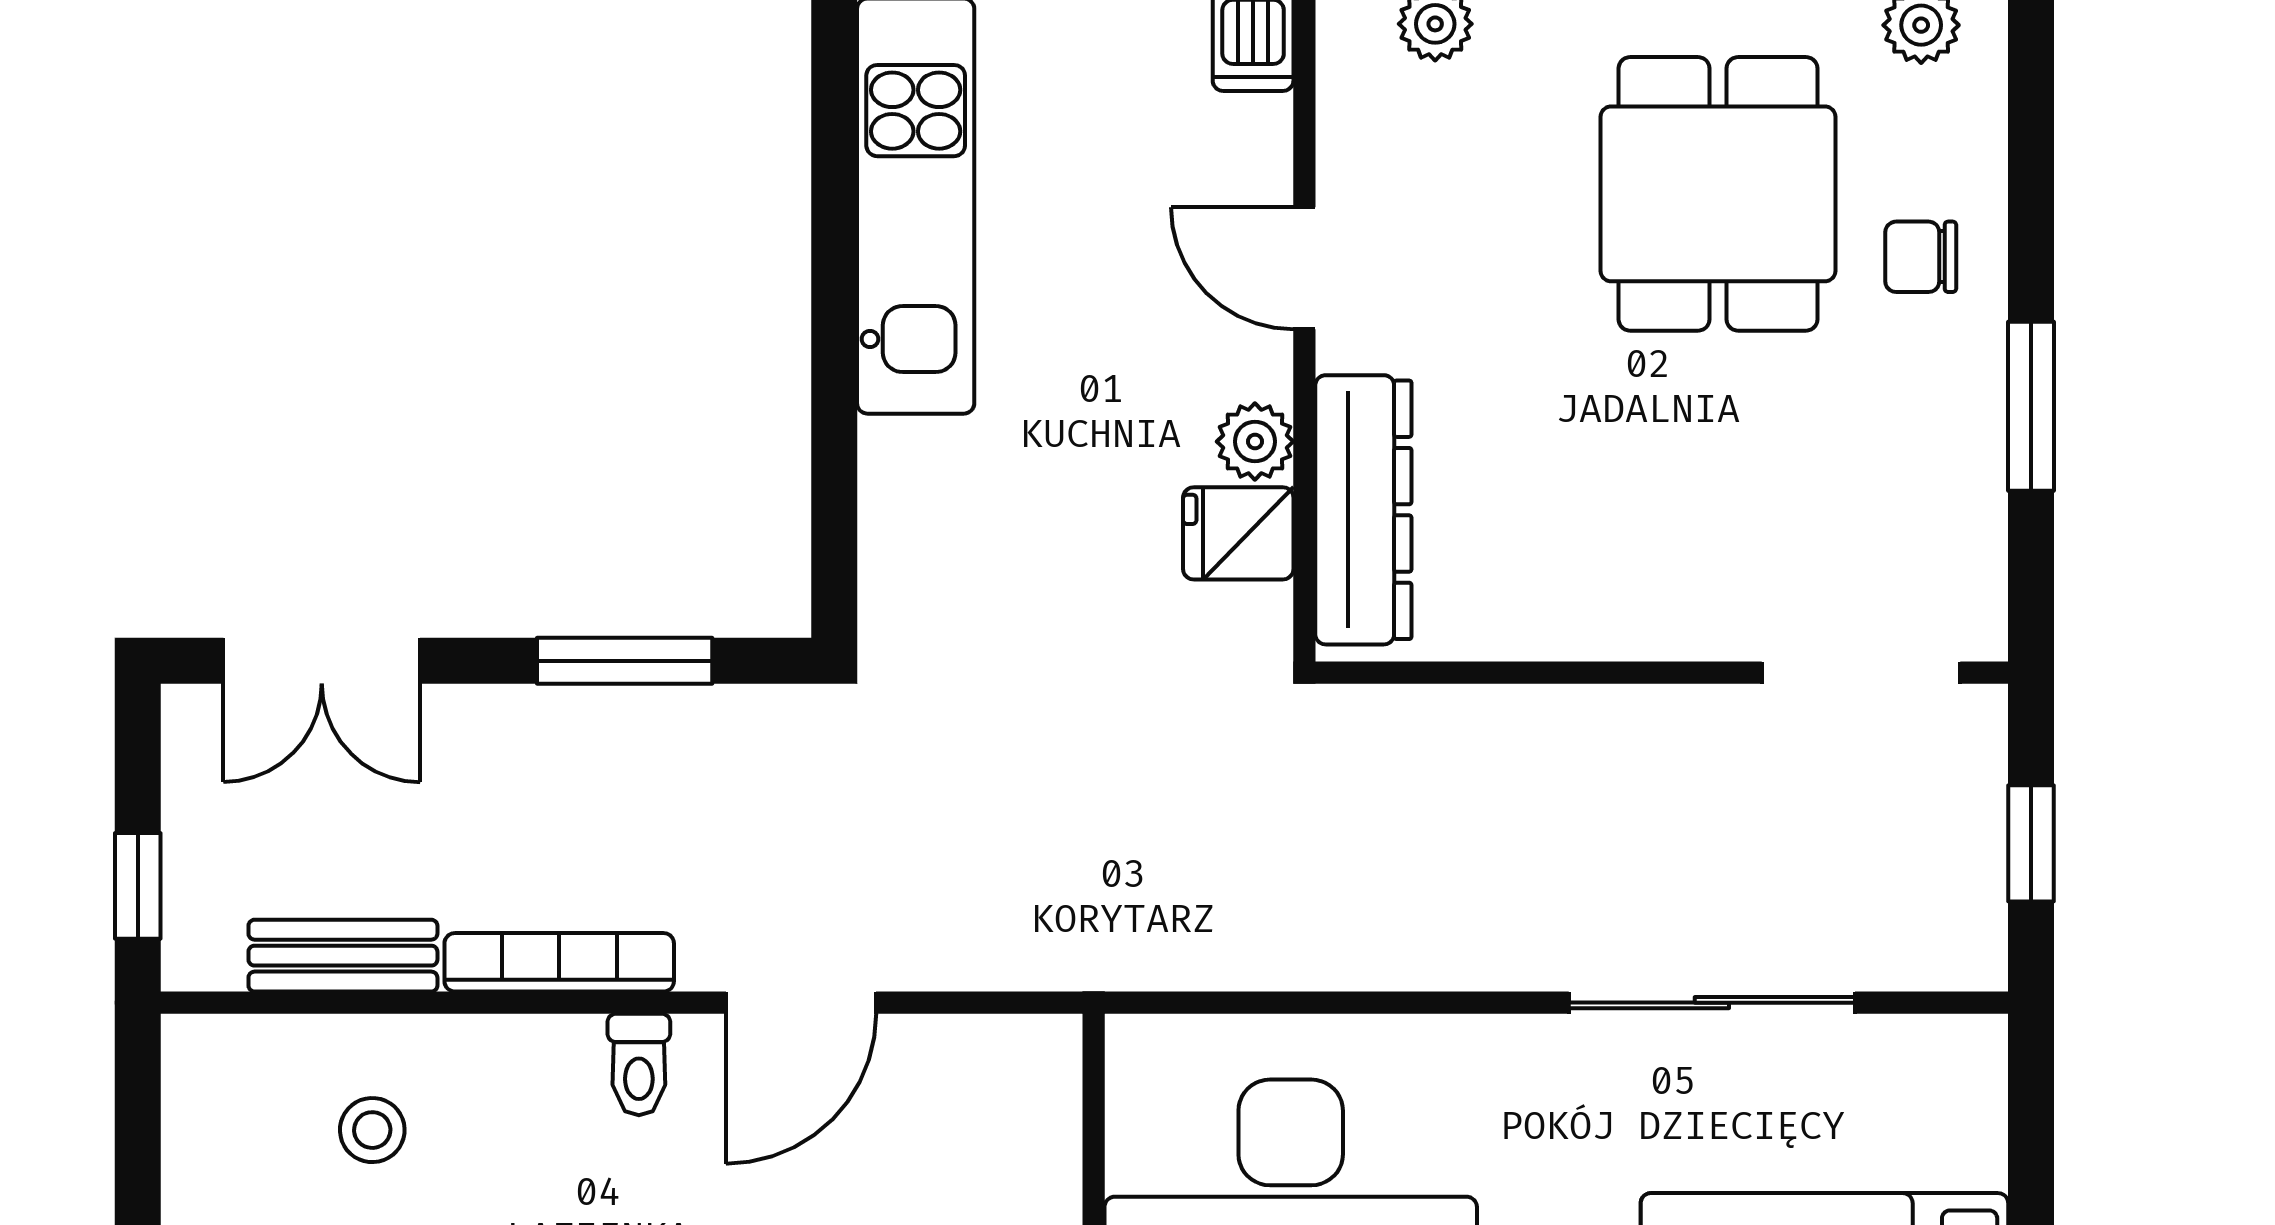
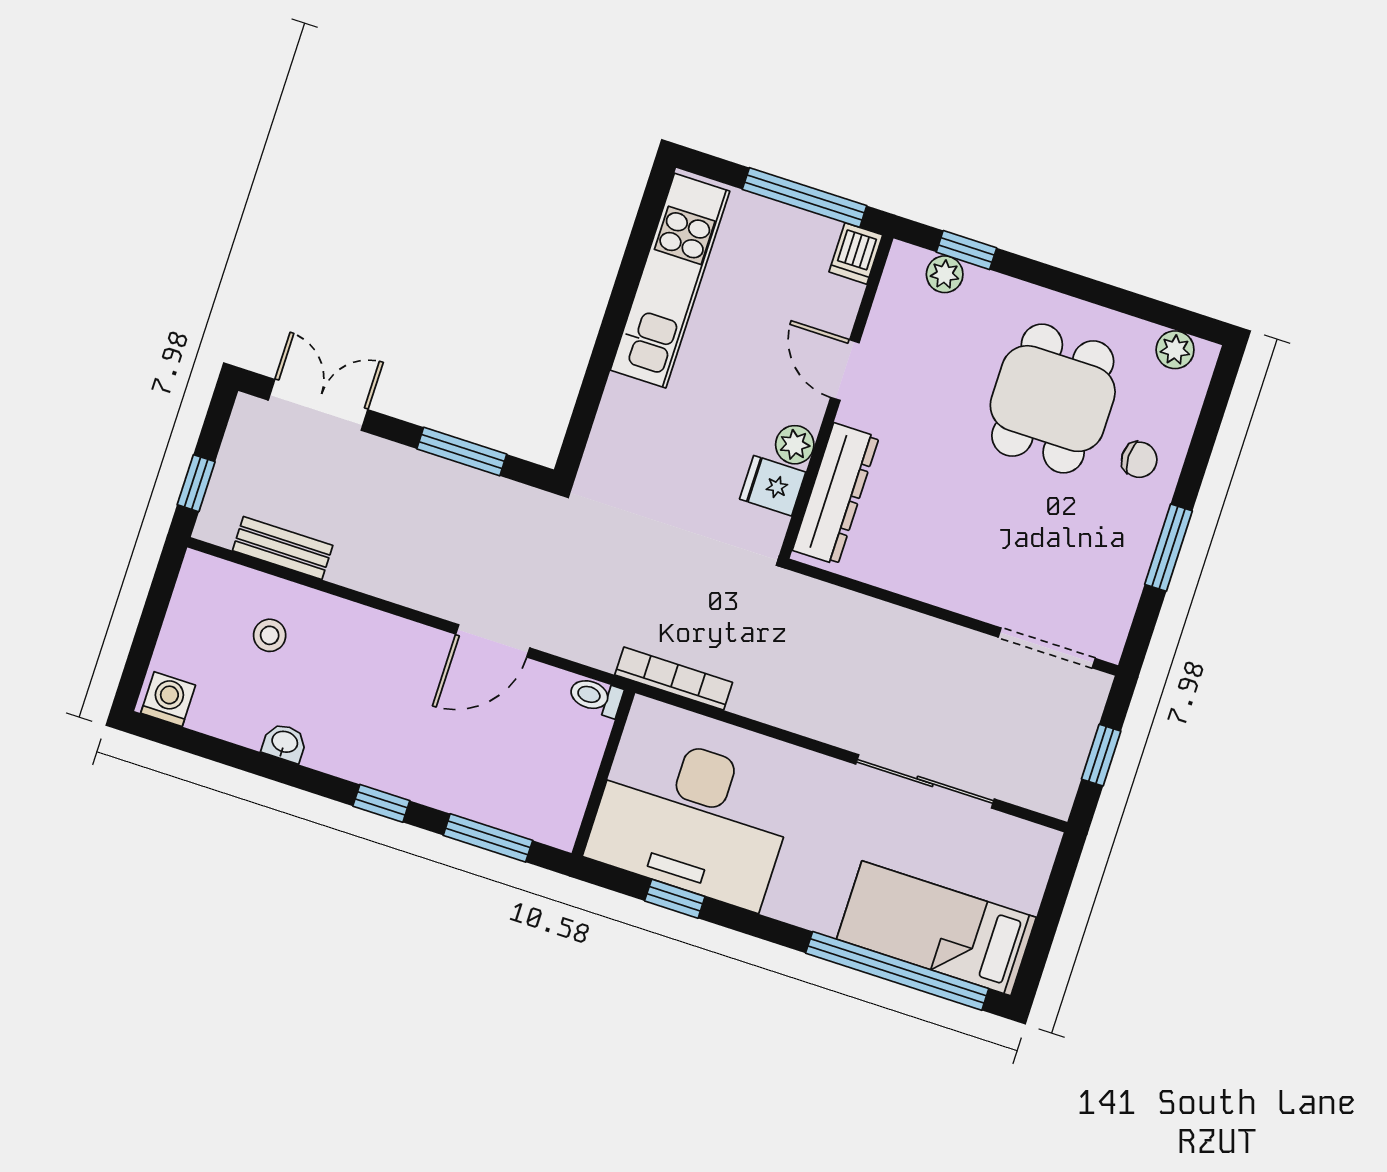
chair: (1921, 257) -> (1139, 460), turned 180
double door: (322, 661) -> (318, 405), swing flipped
bookcase: (559, 962) -> (674, 679), moved
toilet: (639, 1065) -> (596, 697), moved, turned 90

